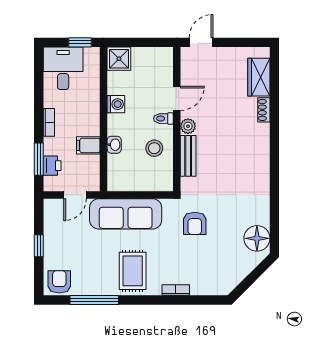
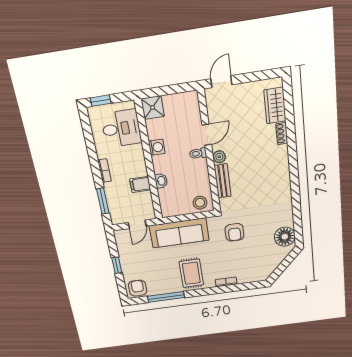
window: (80, 42) -> (101, 101), moved
desk: (63, 68) -> (121, 128), moved, turned 90
stool: (154, 148) -> (200, 203), moved
printer: (52, 166) -> (114, 205), removed

